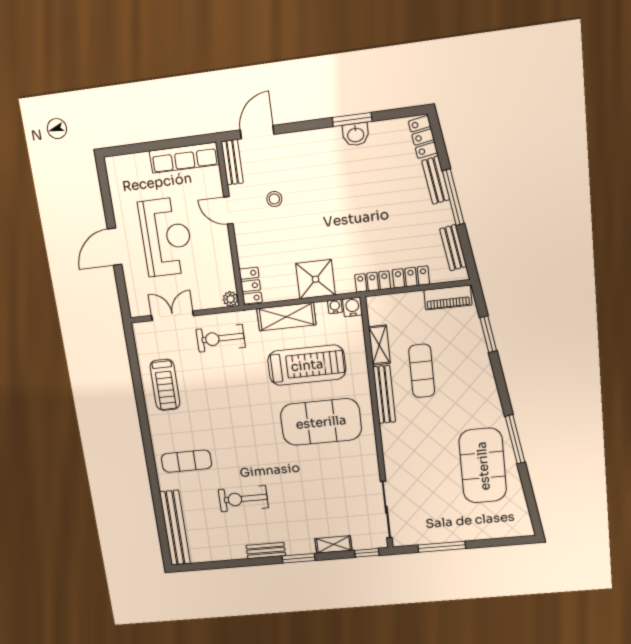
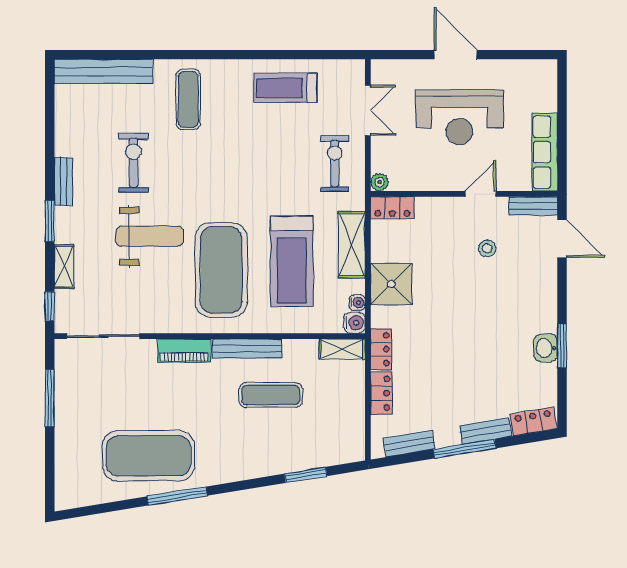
piano: (448, 297) -> (184, 351), moved, turned -90
shelving: (379, 345) -> (342, 349), moved
weight bench: (301, 481) -> (150, 236), added

